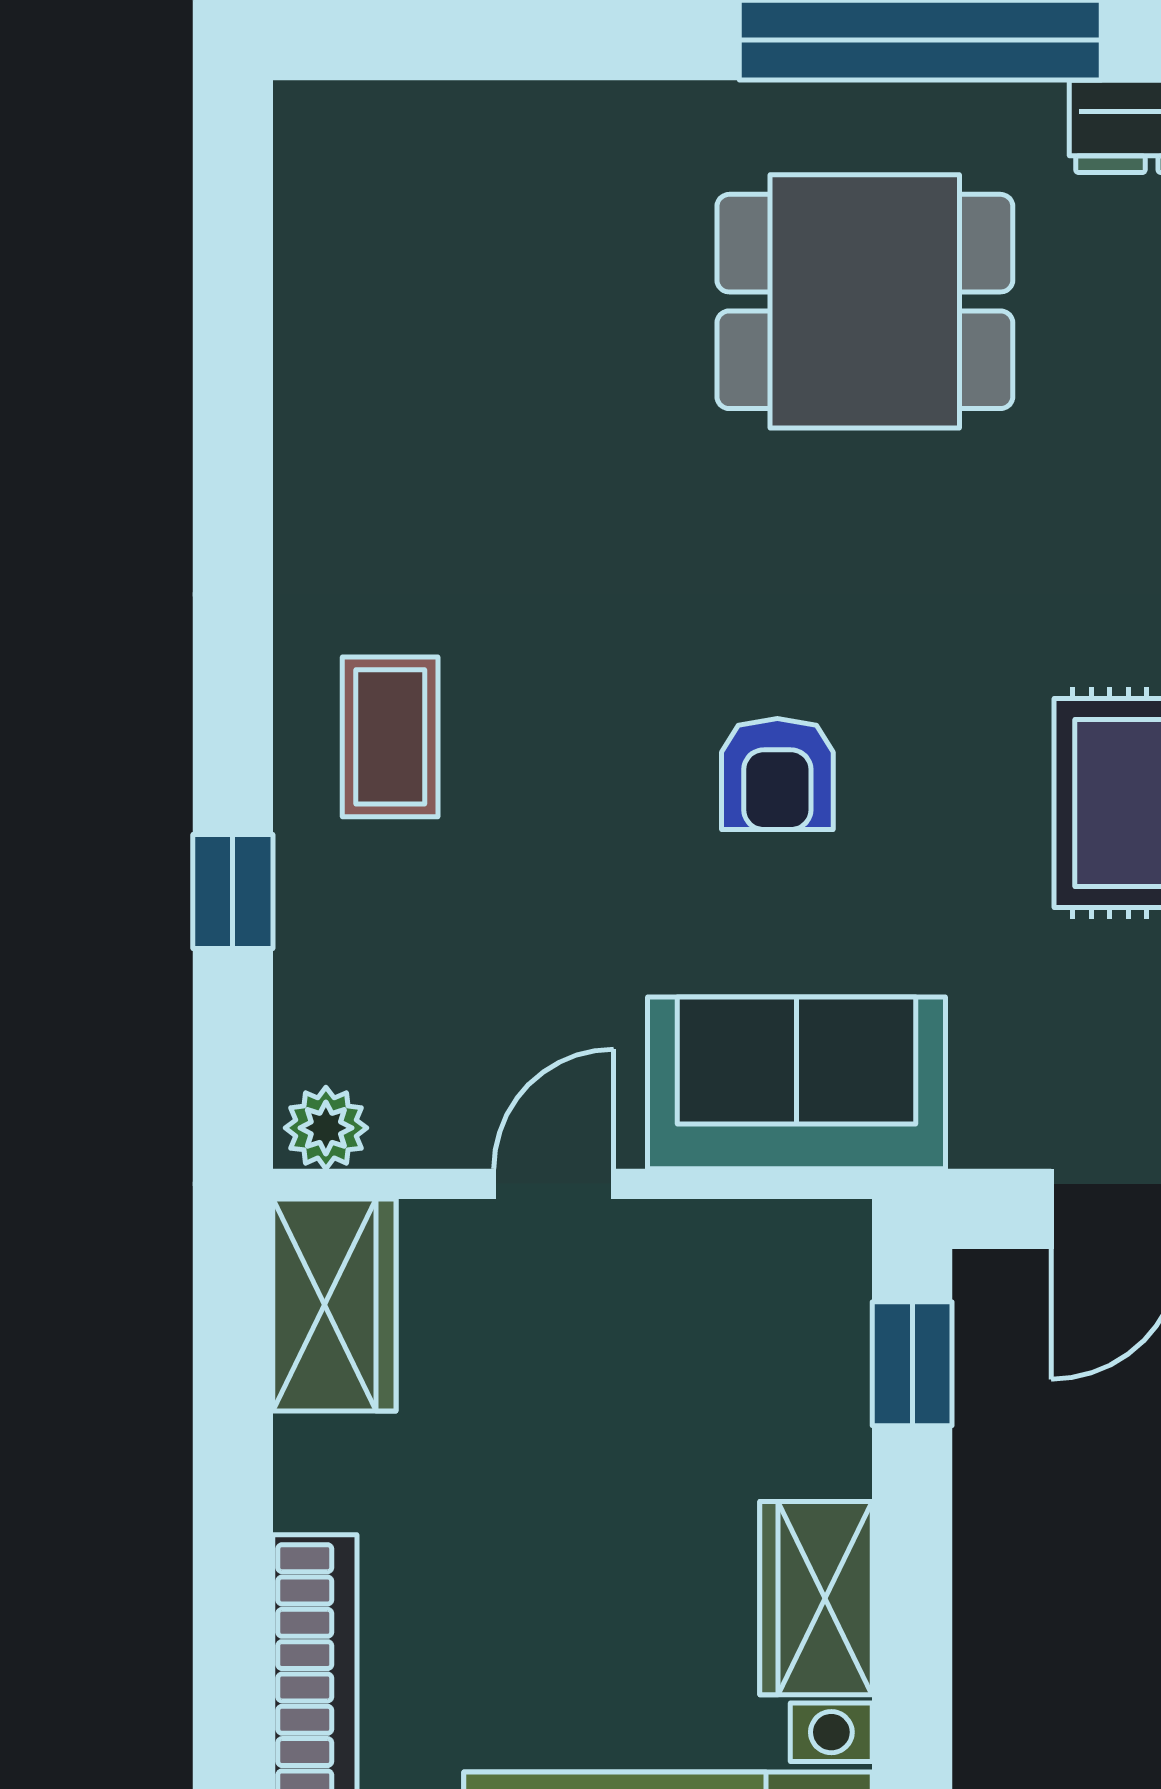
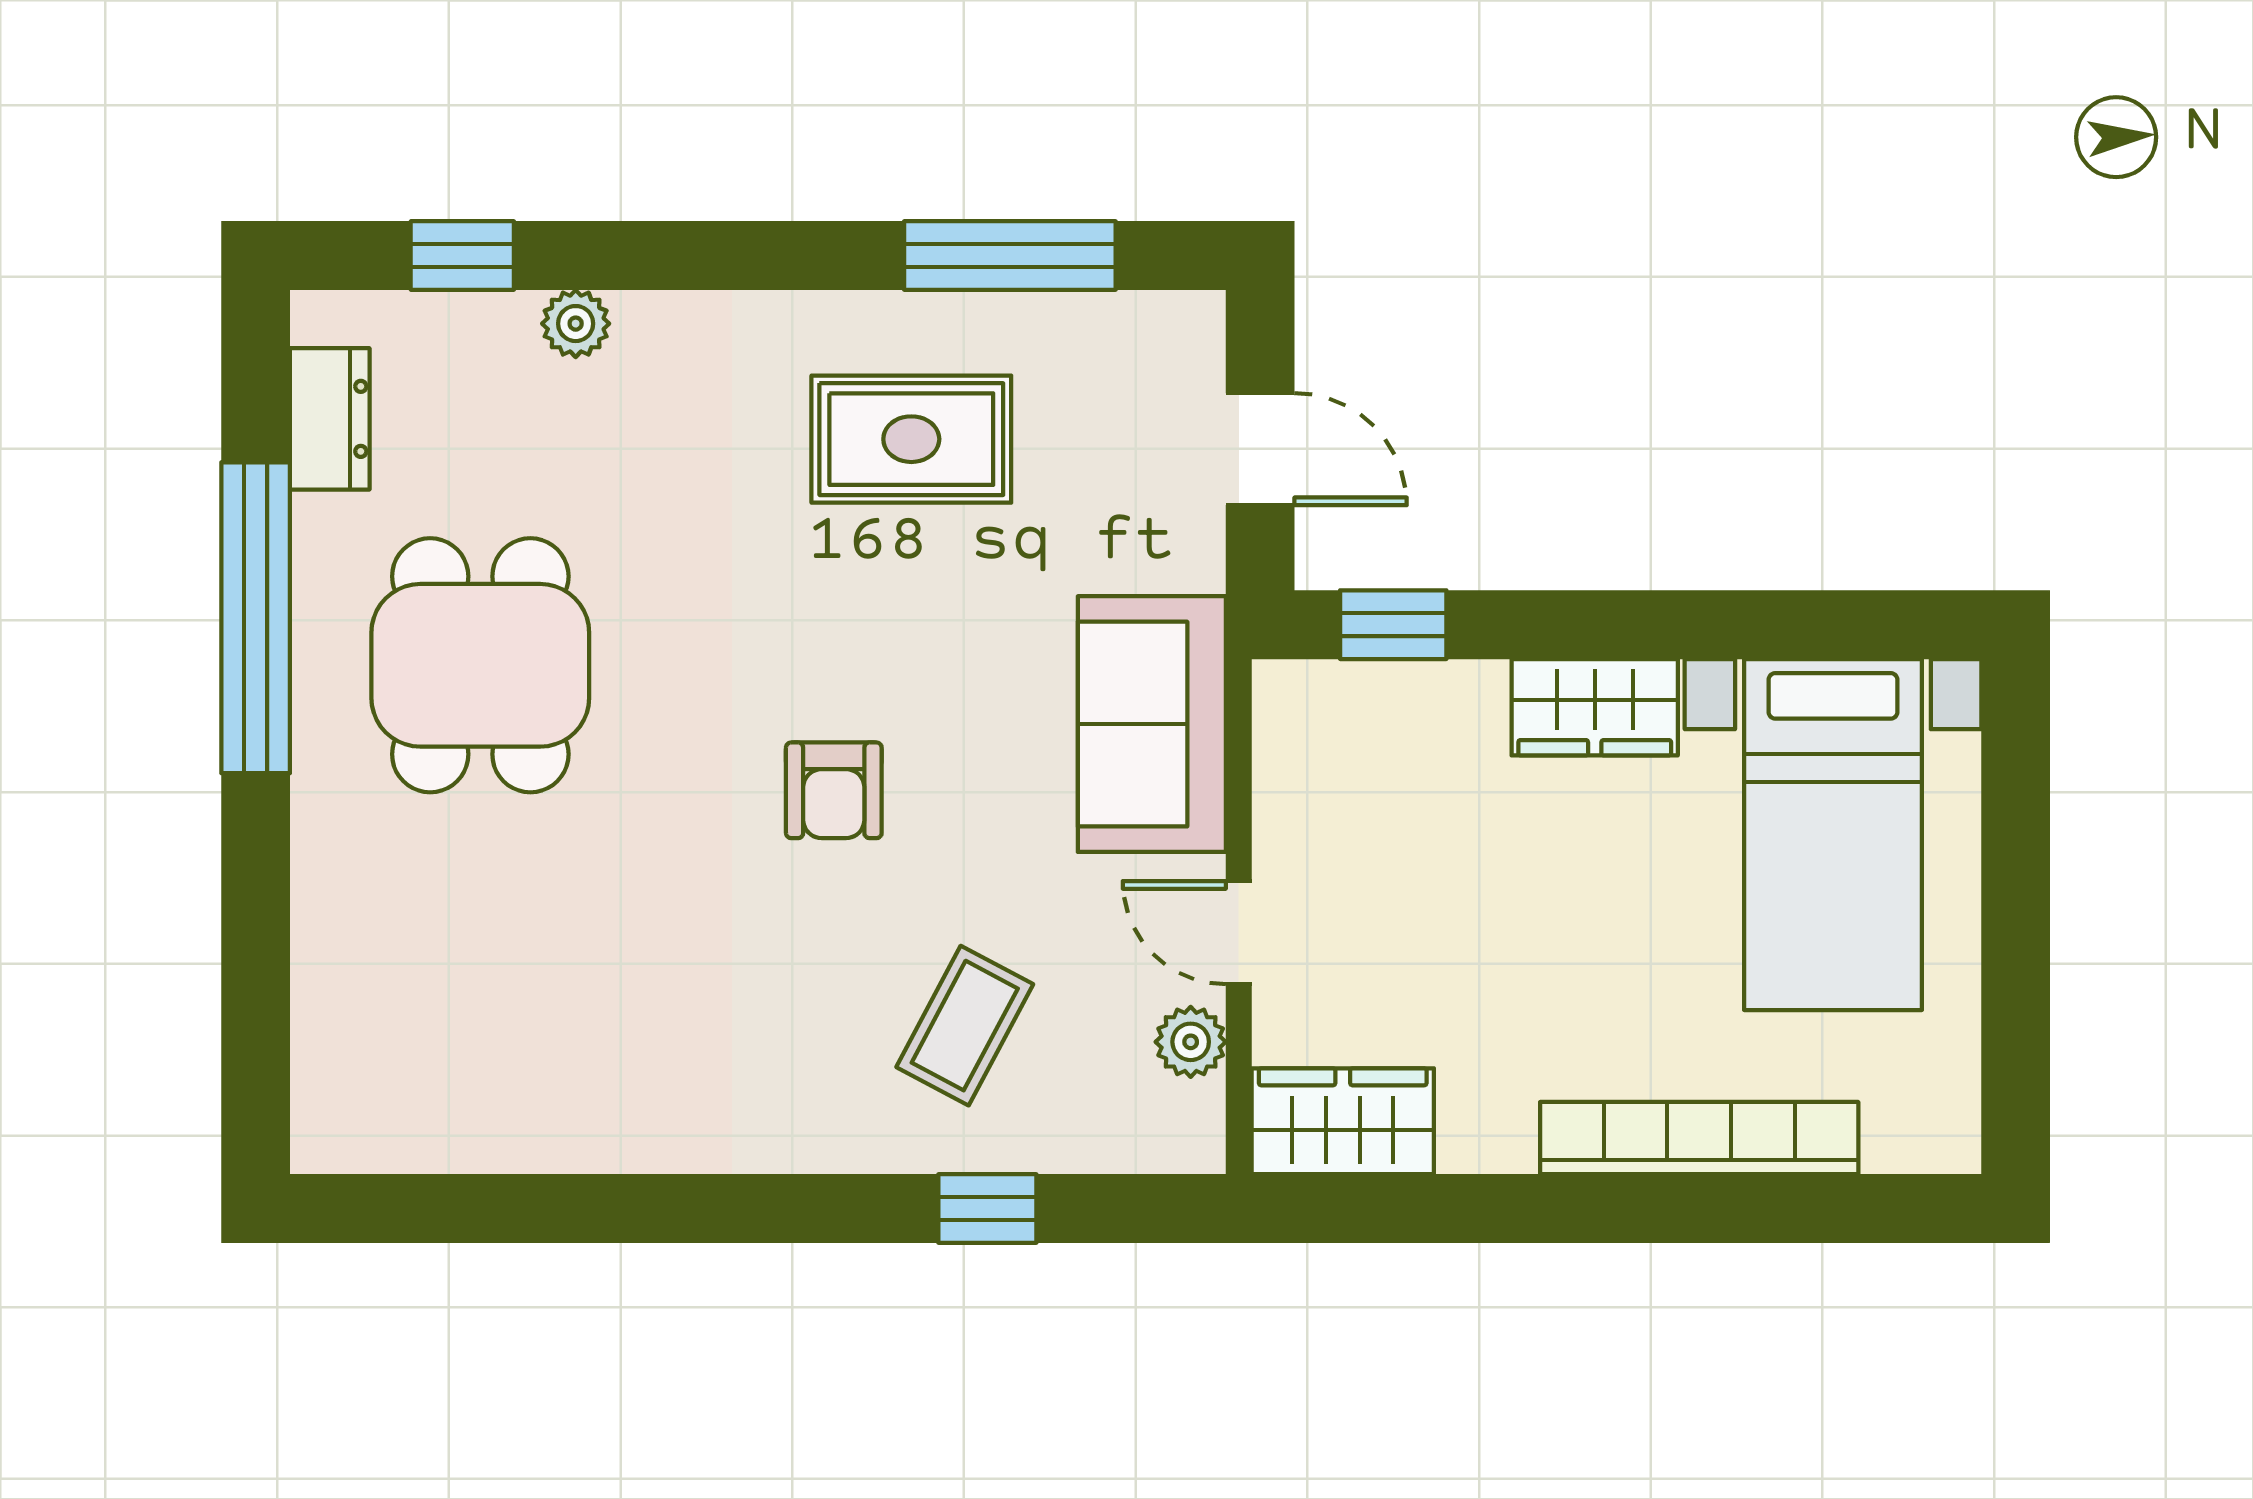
coffee table: (390, 737) -> (965, 1026), moved, turned -62
armchair: (777, 774) -> (834, 790), moved, turned 90
plant: (326, 1128) -> (1191, 1042), moved

